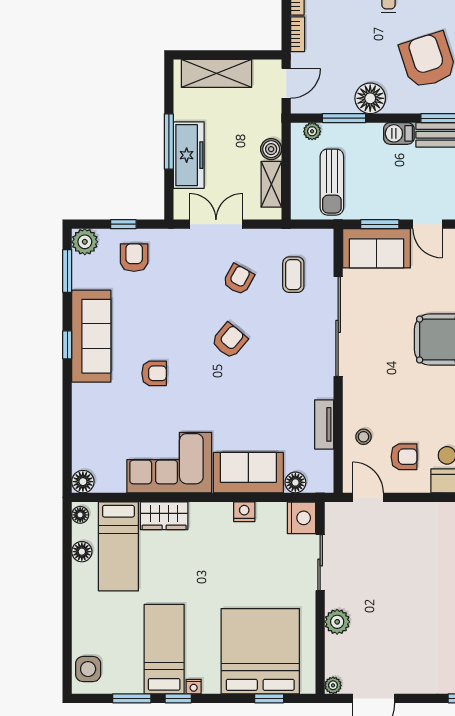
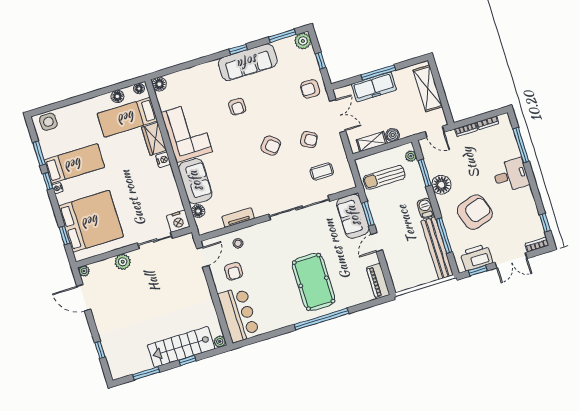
armchair: (134, 258) -> (310, 89), moved, turned 180
nightstand: (244, 512) -> (163, 160), moved

